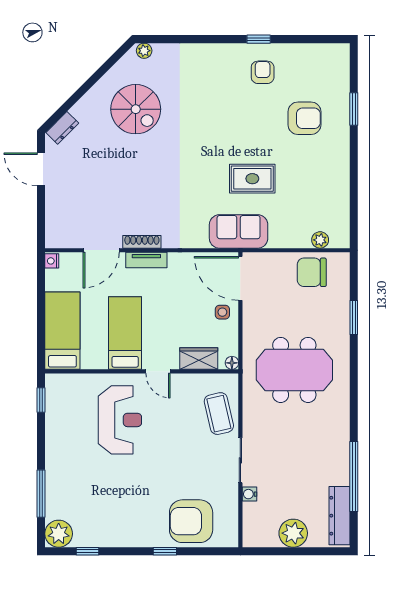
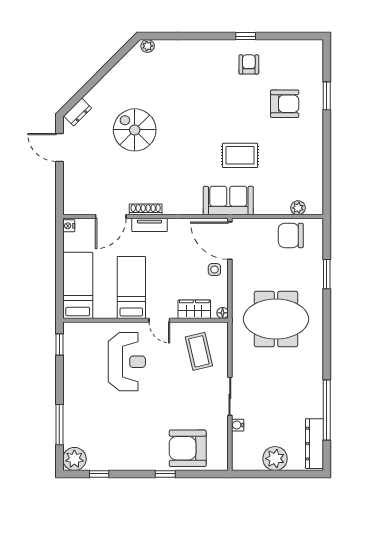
spiral stairs: (136, 109) -> (135, 130), moved, turned 180
coffee table: (219, 414) -> (199, 351), moved

